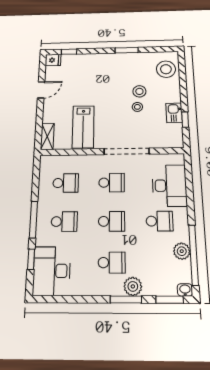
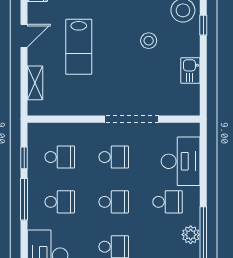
stool: (137, 107) -> (146, 62), removed
window: (185, 120) -> (203, 25), moved
lab bench: (83, 127) -> (79, 47), moved
shelving: (47, 137) -> (35, 83), moved
window: (31, 259) -> (24, 158), moved

